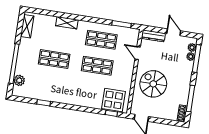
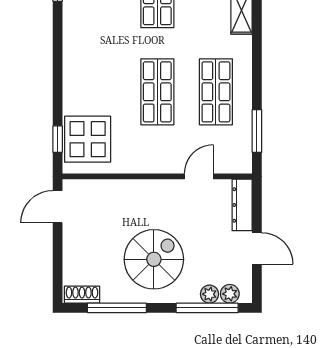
door: (174, 32) -> (257, 248), hinge flipped
spiral stairs: (153, 84) -> (154, 259), moved

